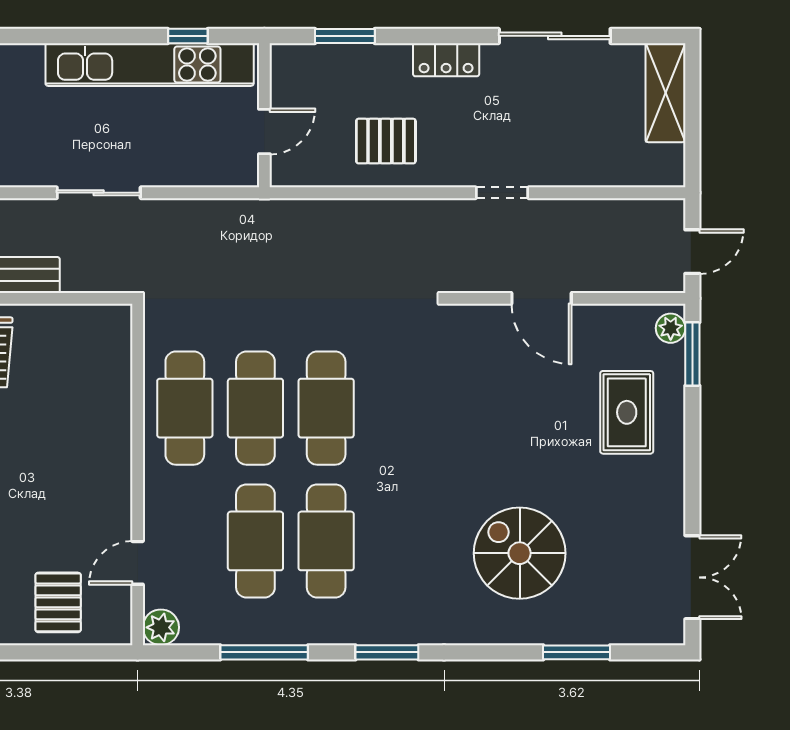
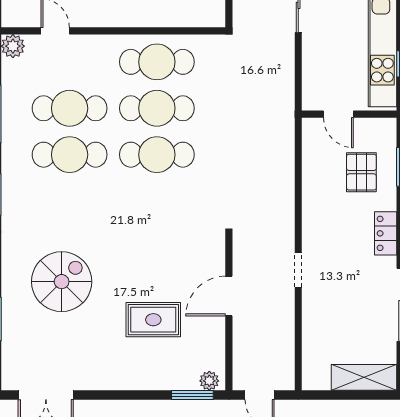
pallet: (386, 141) -> (361, 172), moved
rug: (627, 412) -> (153, 320), moved

